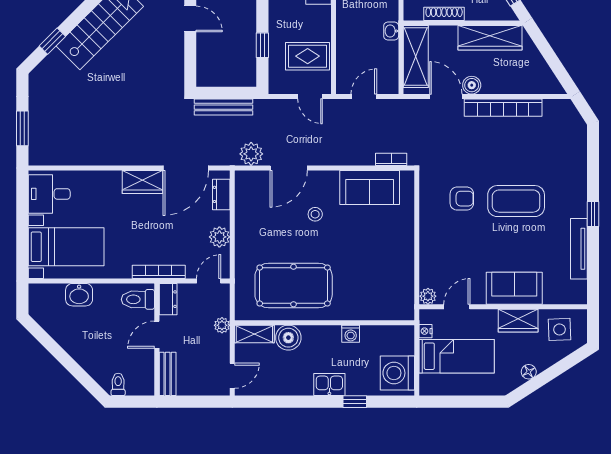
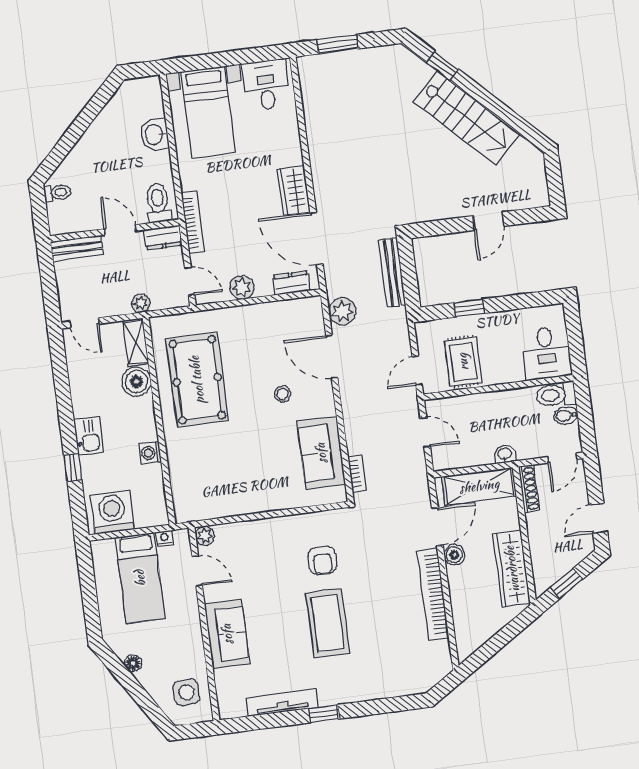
shoe rack: (444, 14) -> (529, 489), moved
wardrobe: (518, 321) -> (190, 643), removed

